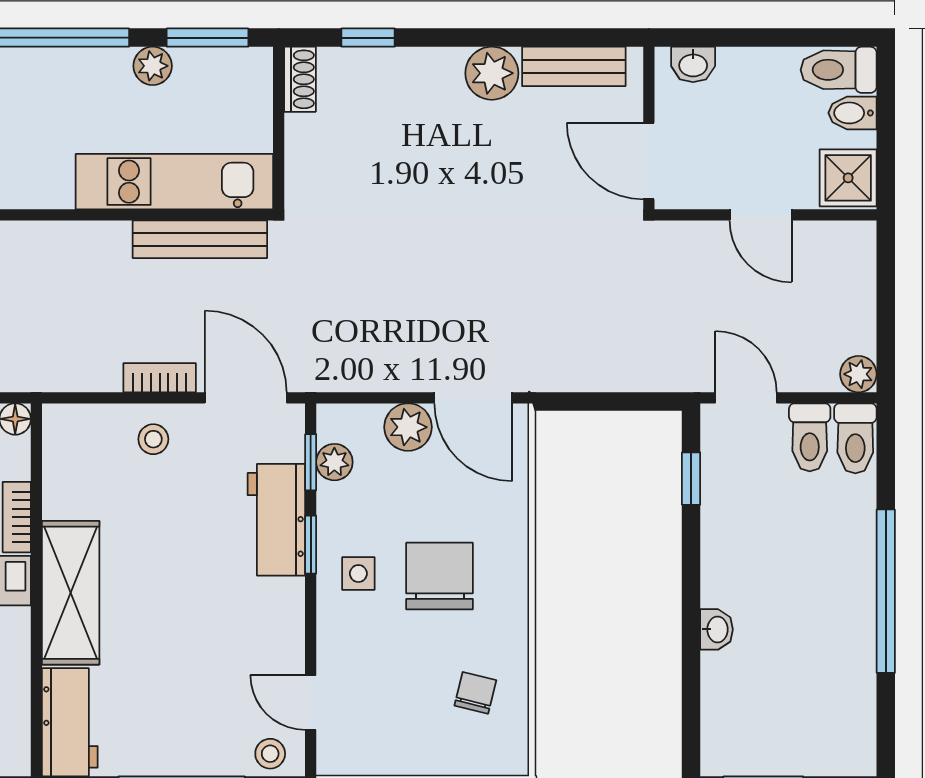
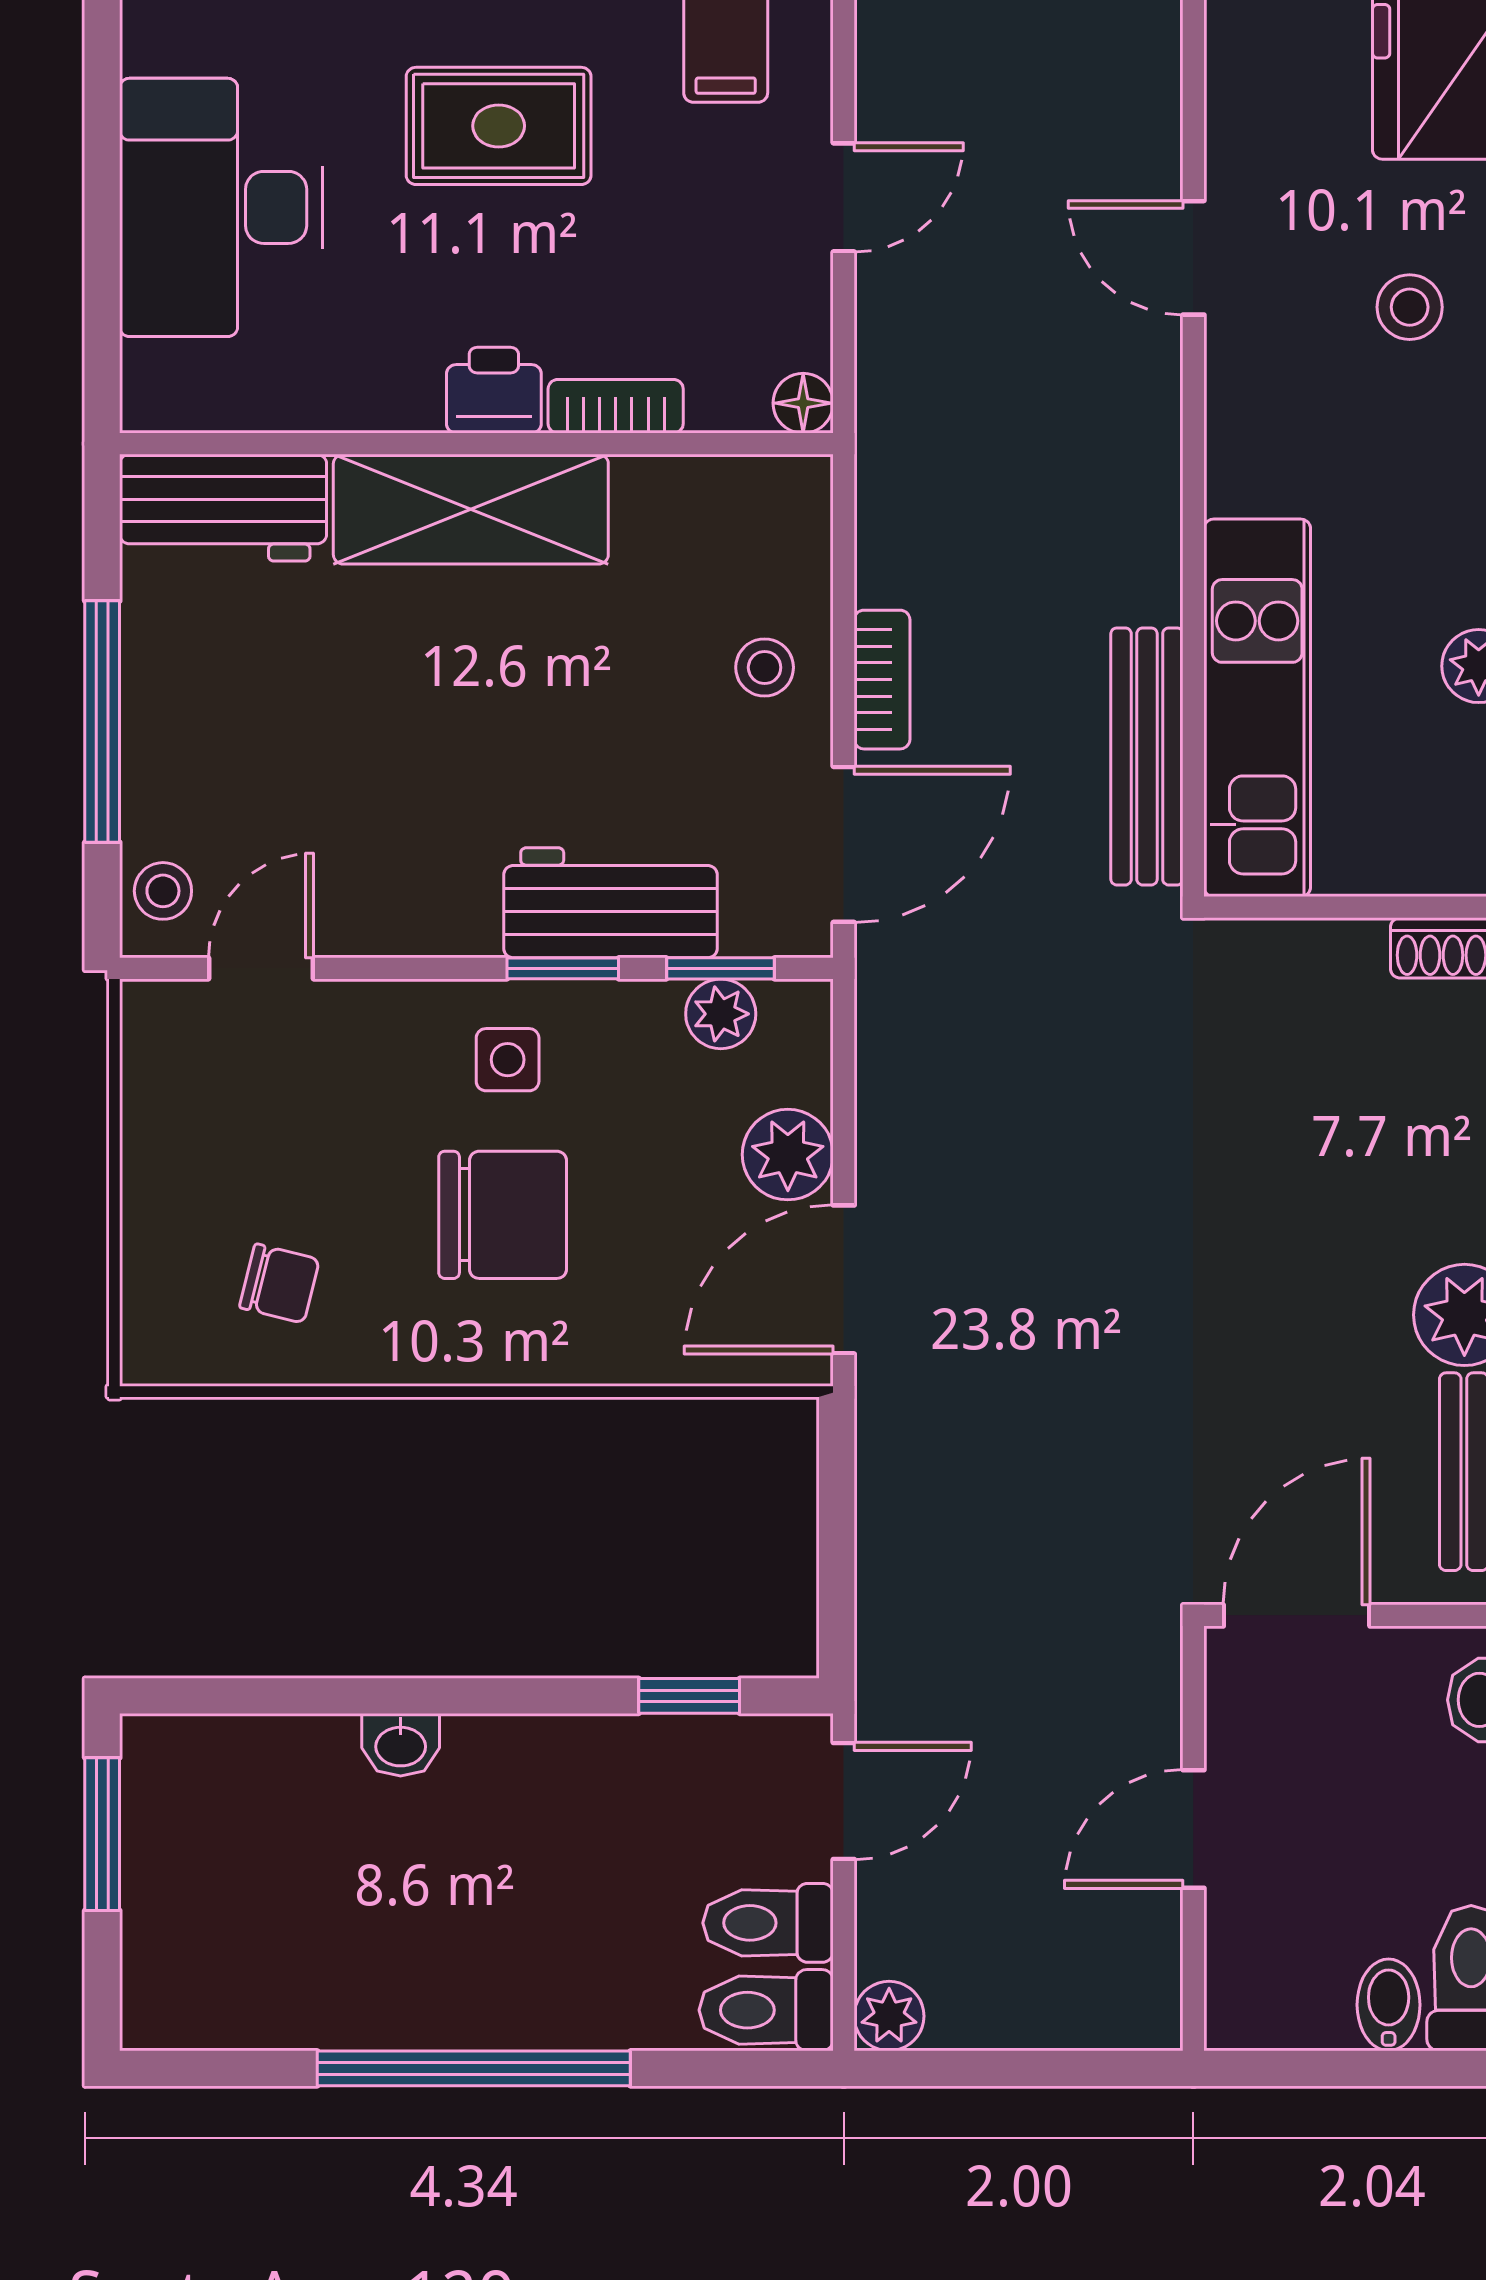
shower: (848, 178) -> (1264, 1996), removed

